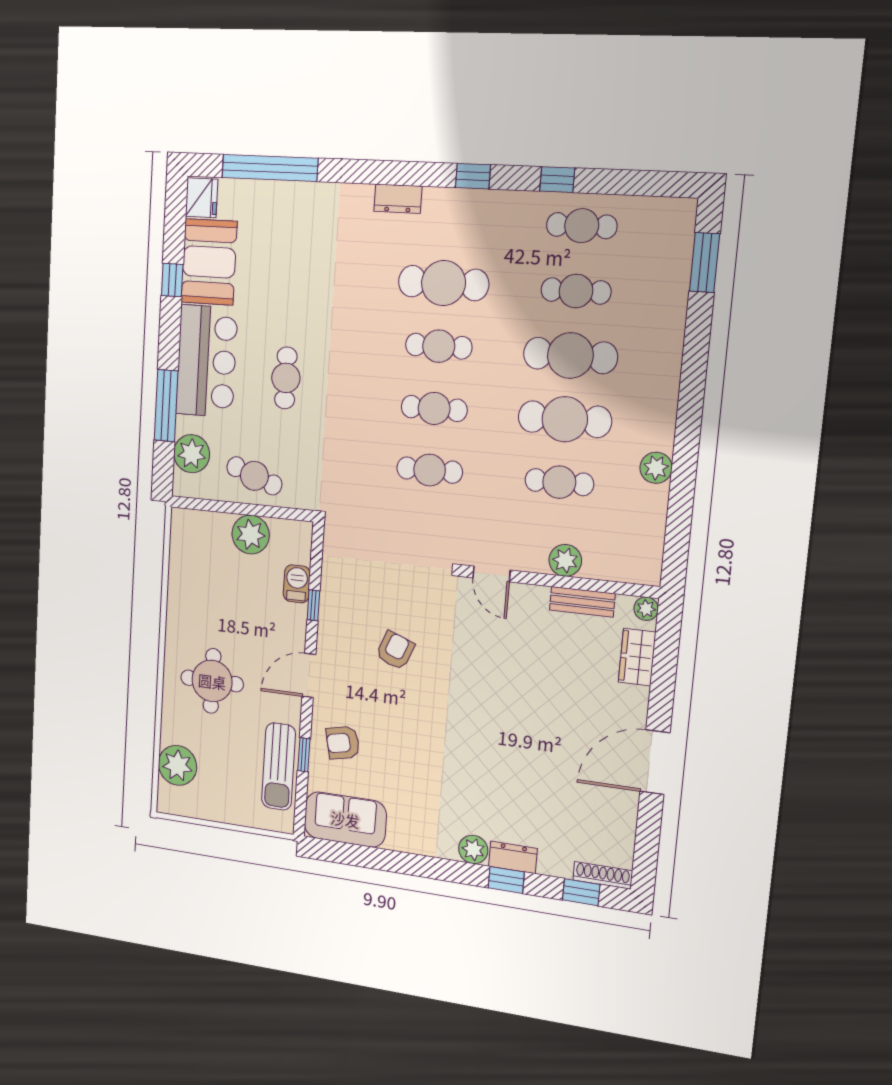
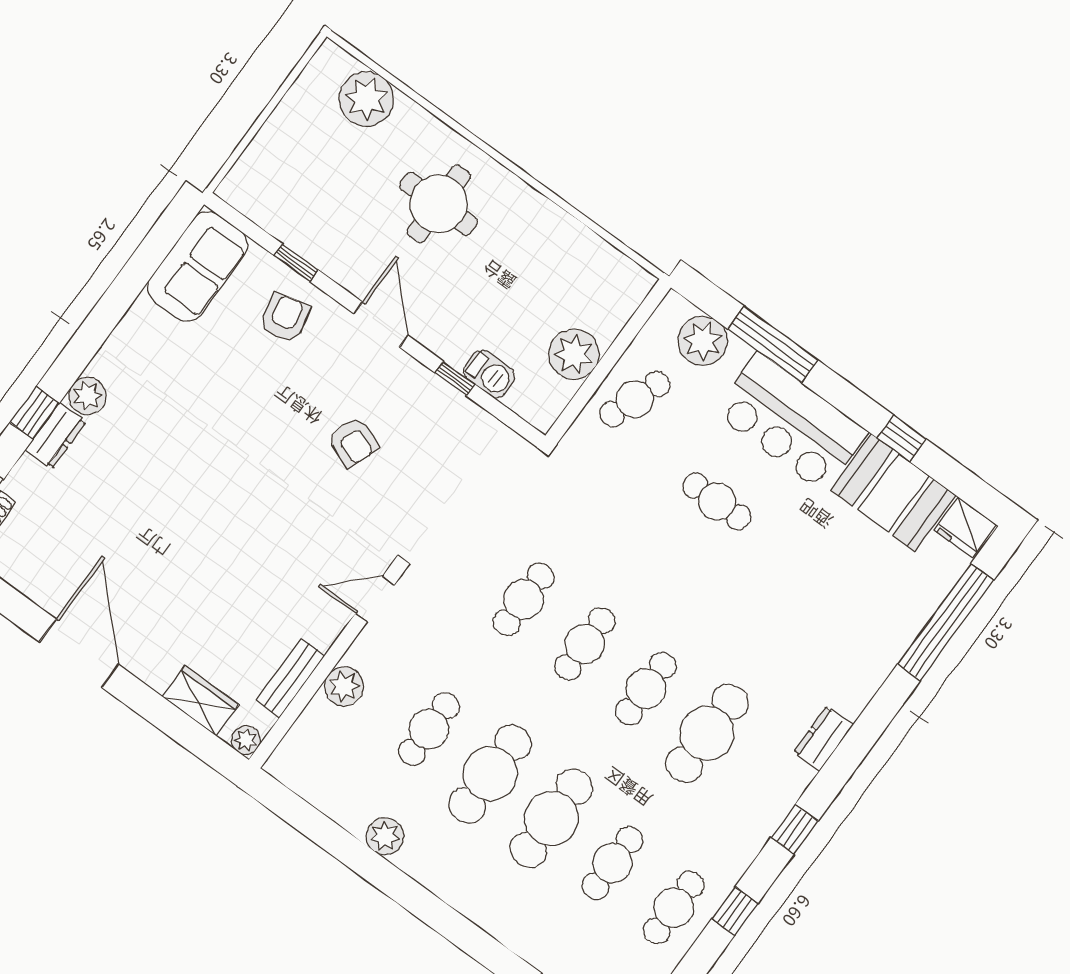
sun lounger: (279, 767) -> (299, 224), removed

